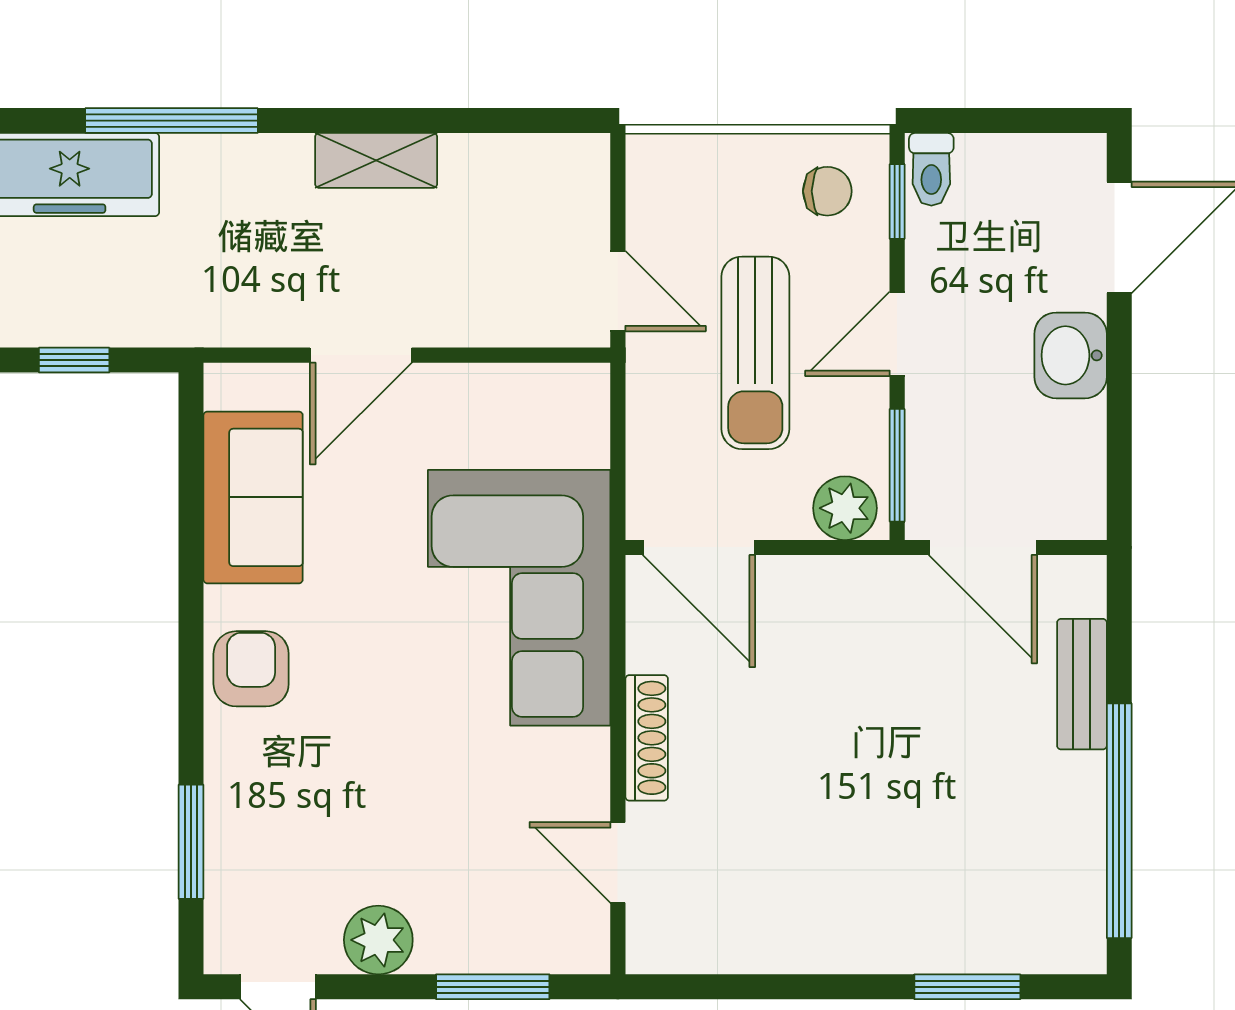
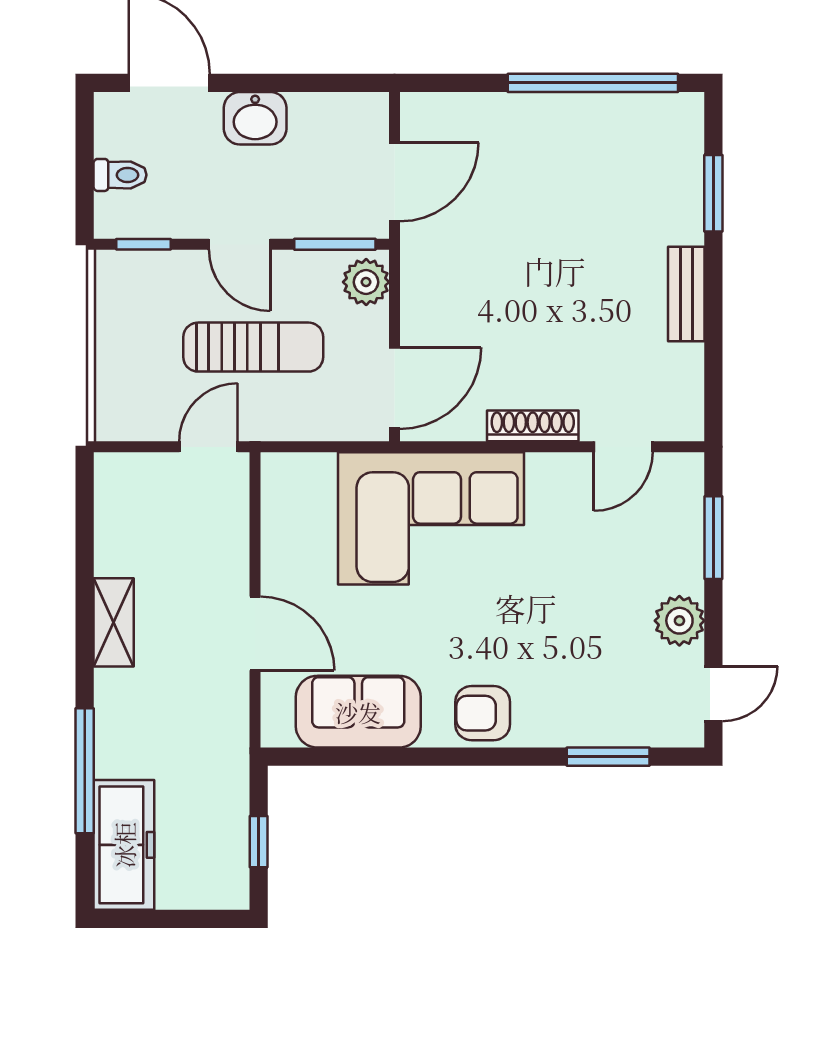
toilet: (931, 169) -> (120, 175), moved
chair: (827, 191) -> (136, 295), removed
bench: (1082, 684) -> (686, 294), moved, turned 90

